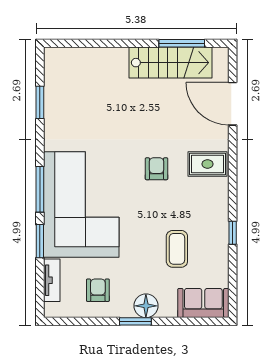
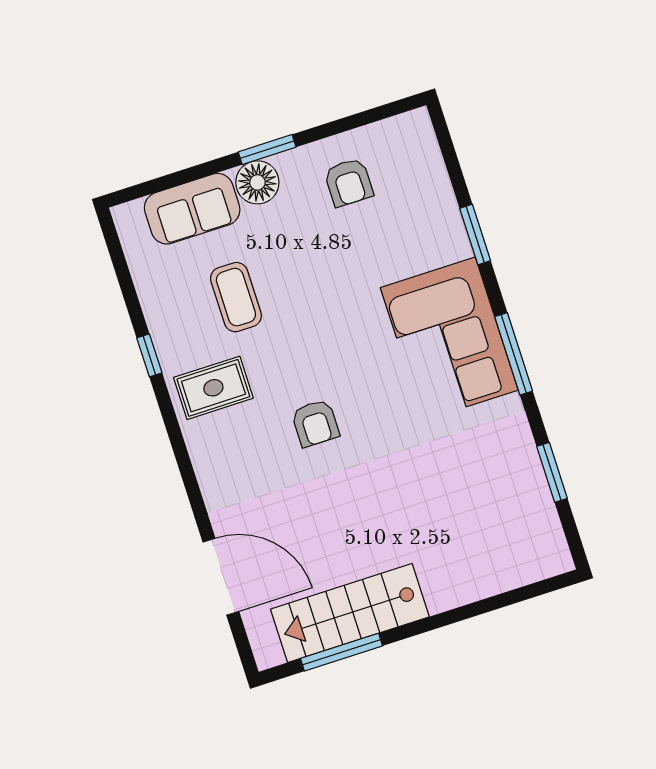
rug: (208, 164) -> (213, 388), moved
window: (40, 189) -> (514, 354), moved
corner sofa: (81, 204) -> (449, 339), width x0.73, depth x0.74
tv unit: (52, 280) -> (433, 174), removed
sofa: (203, 303) -> (192, 209), moved

